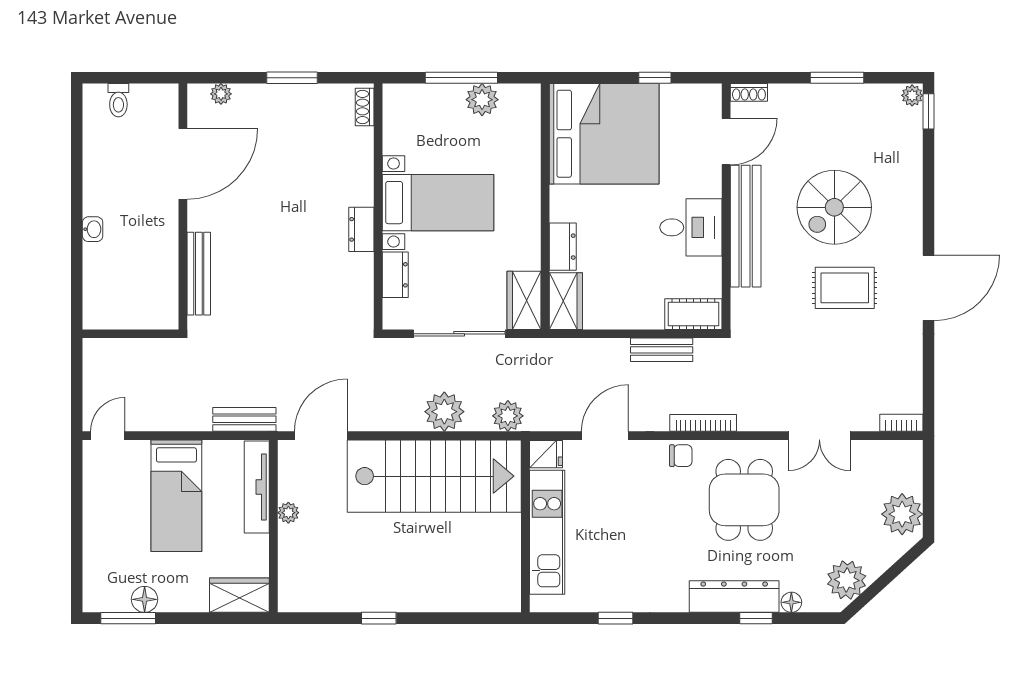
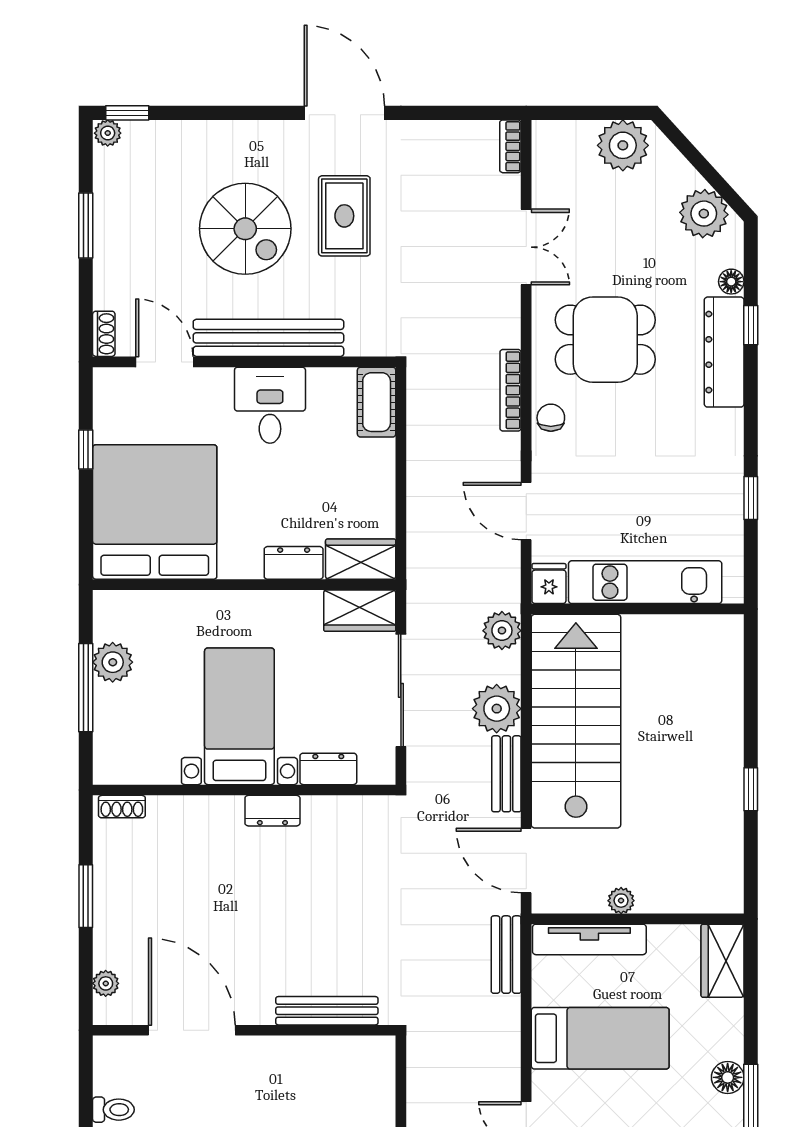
bench: (662, 350) -> (506, 774), moved

